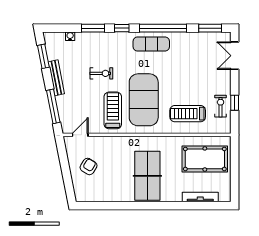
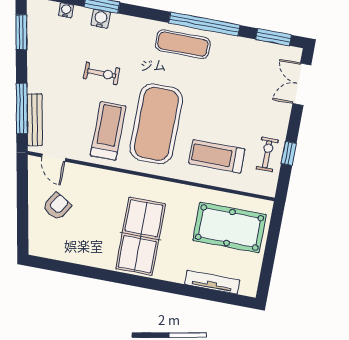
window: (122, 28) -> (144, 13), removed
water cooler: (94, 37) -> (101, 19), added
bench: (56, 78) -> (35, 120), moved
door: (80, 135) -> (54, 158), swing flipped

